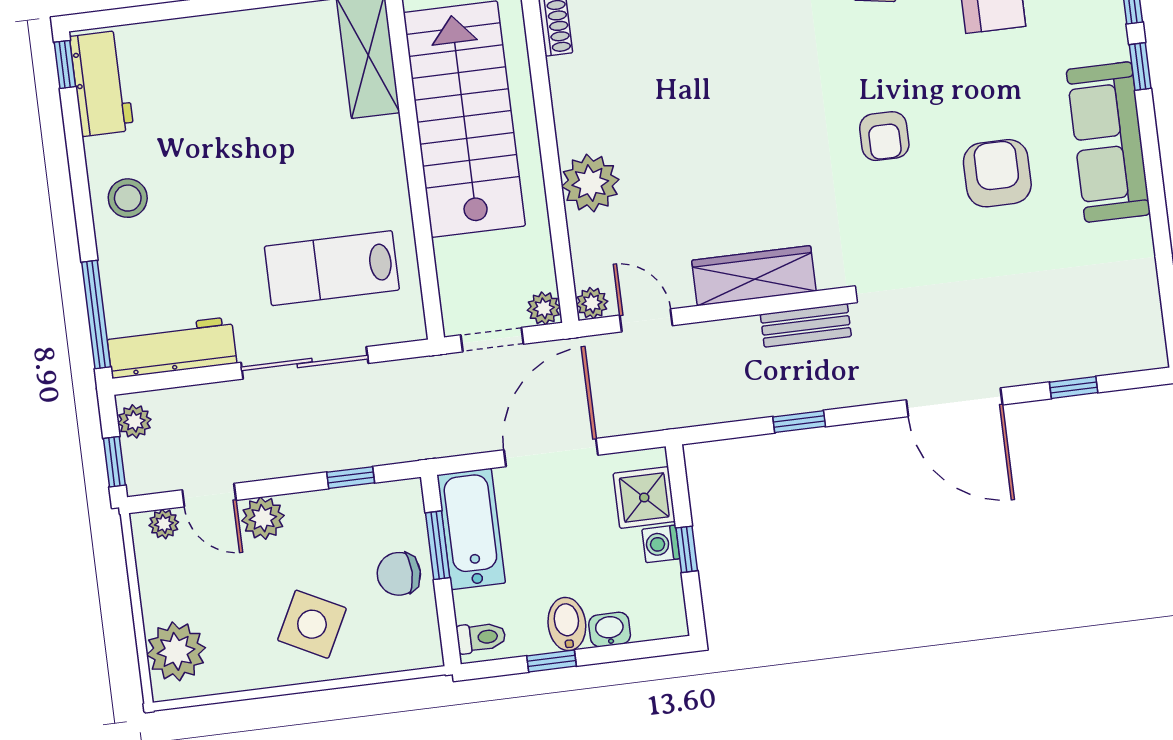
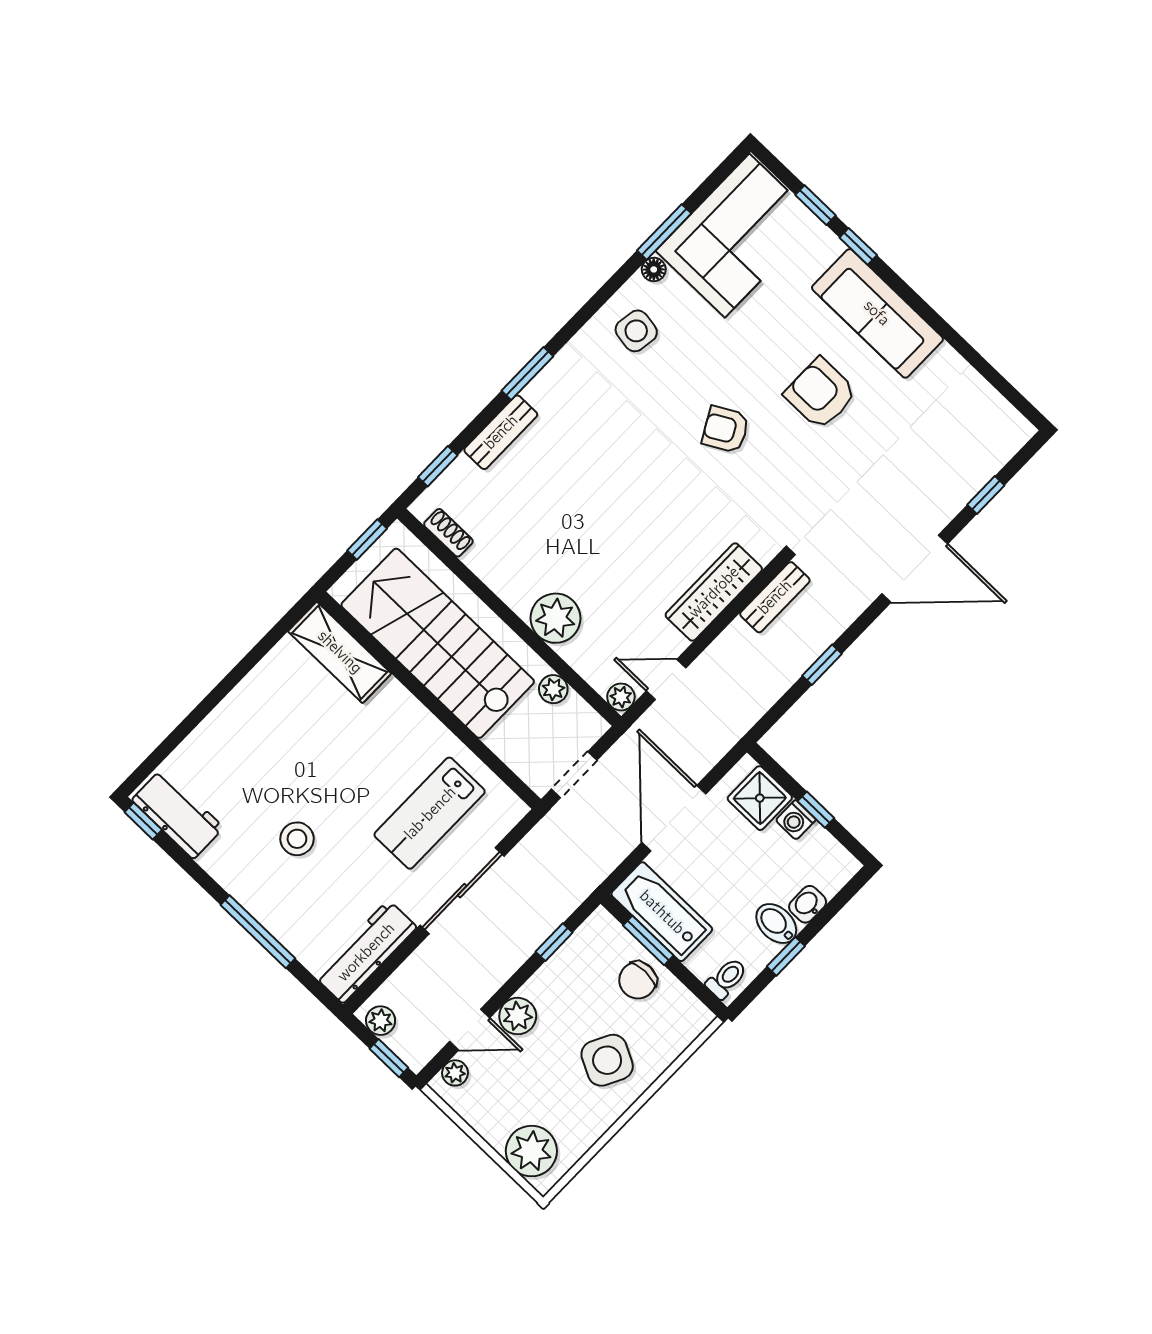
armchair: (884, 136) -> (726, 429), turned 151
stool: (128, 198) -> (297, 839), moved
plant: (544, 308) -> (553, 689), moved
window: (96, 315) -> (258, 932), moved

